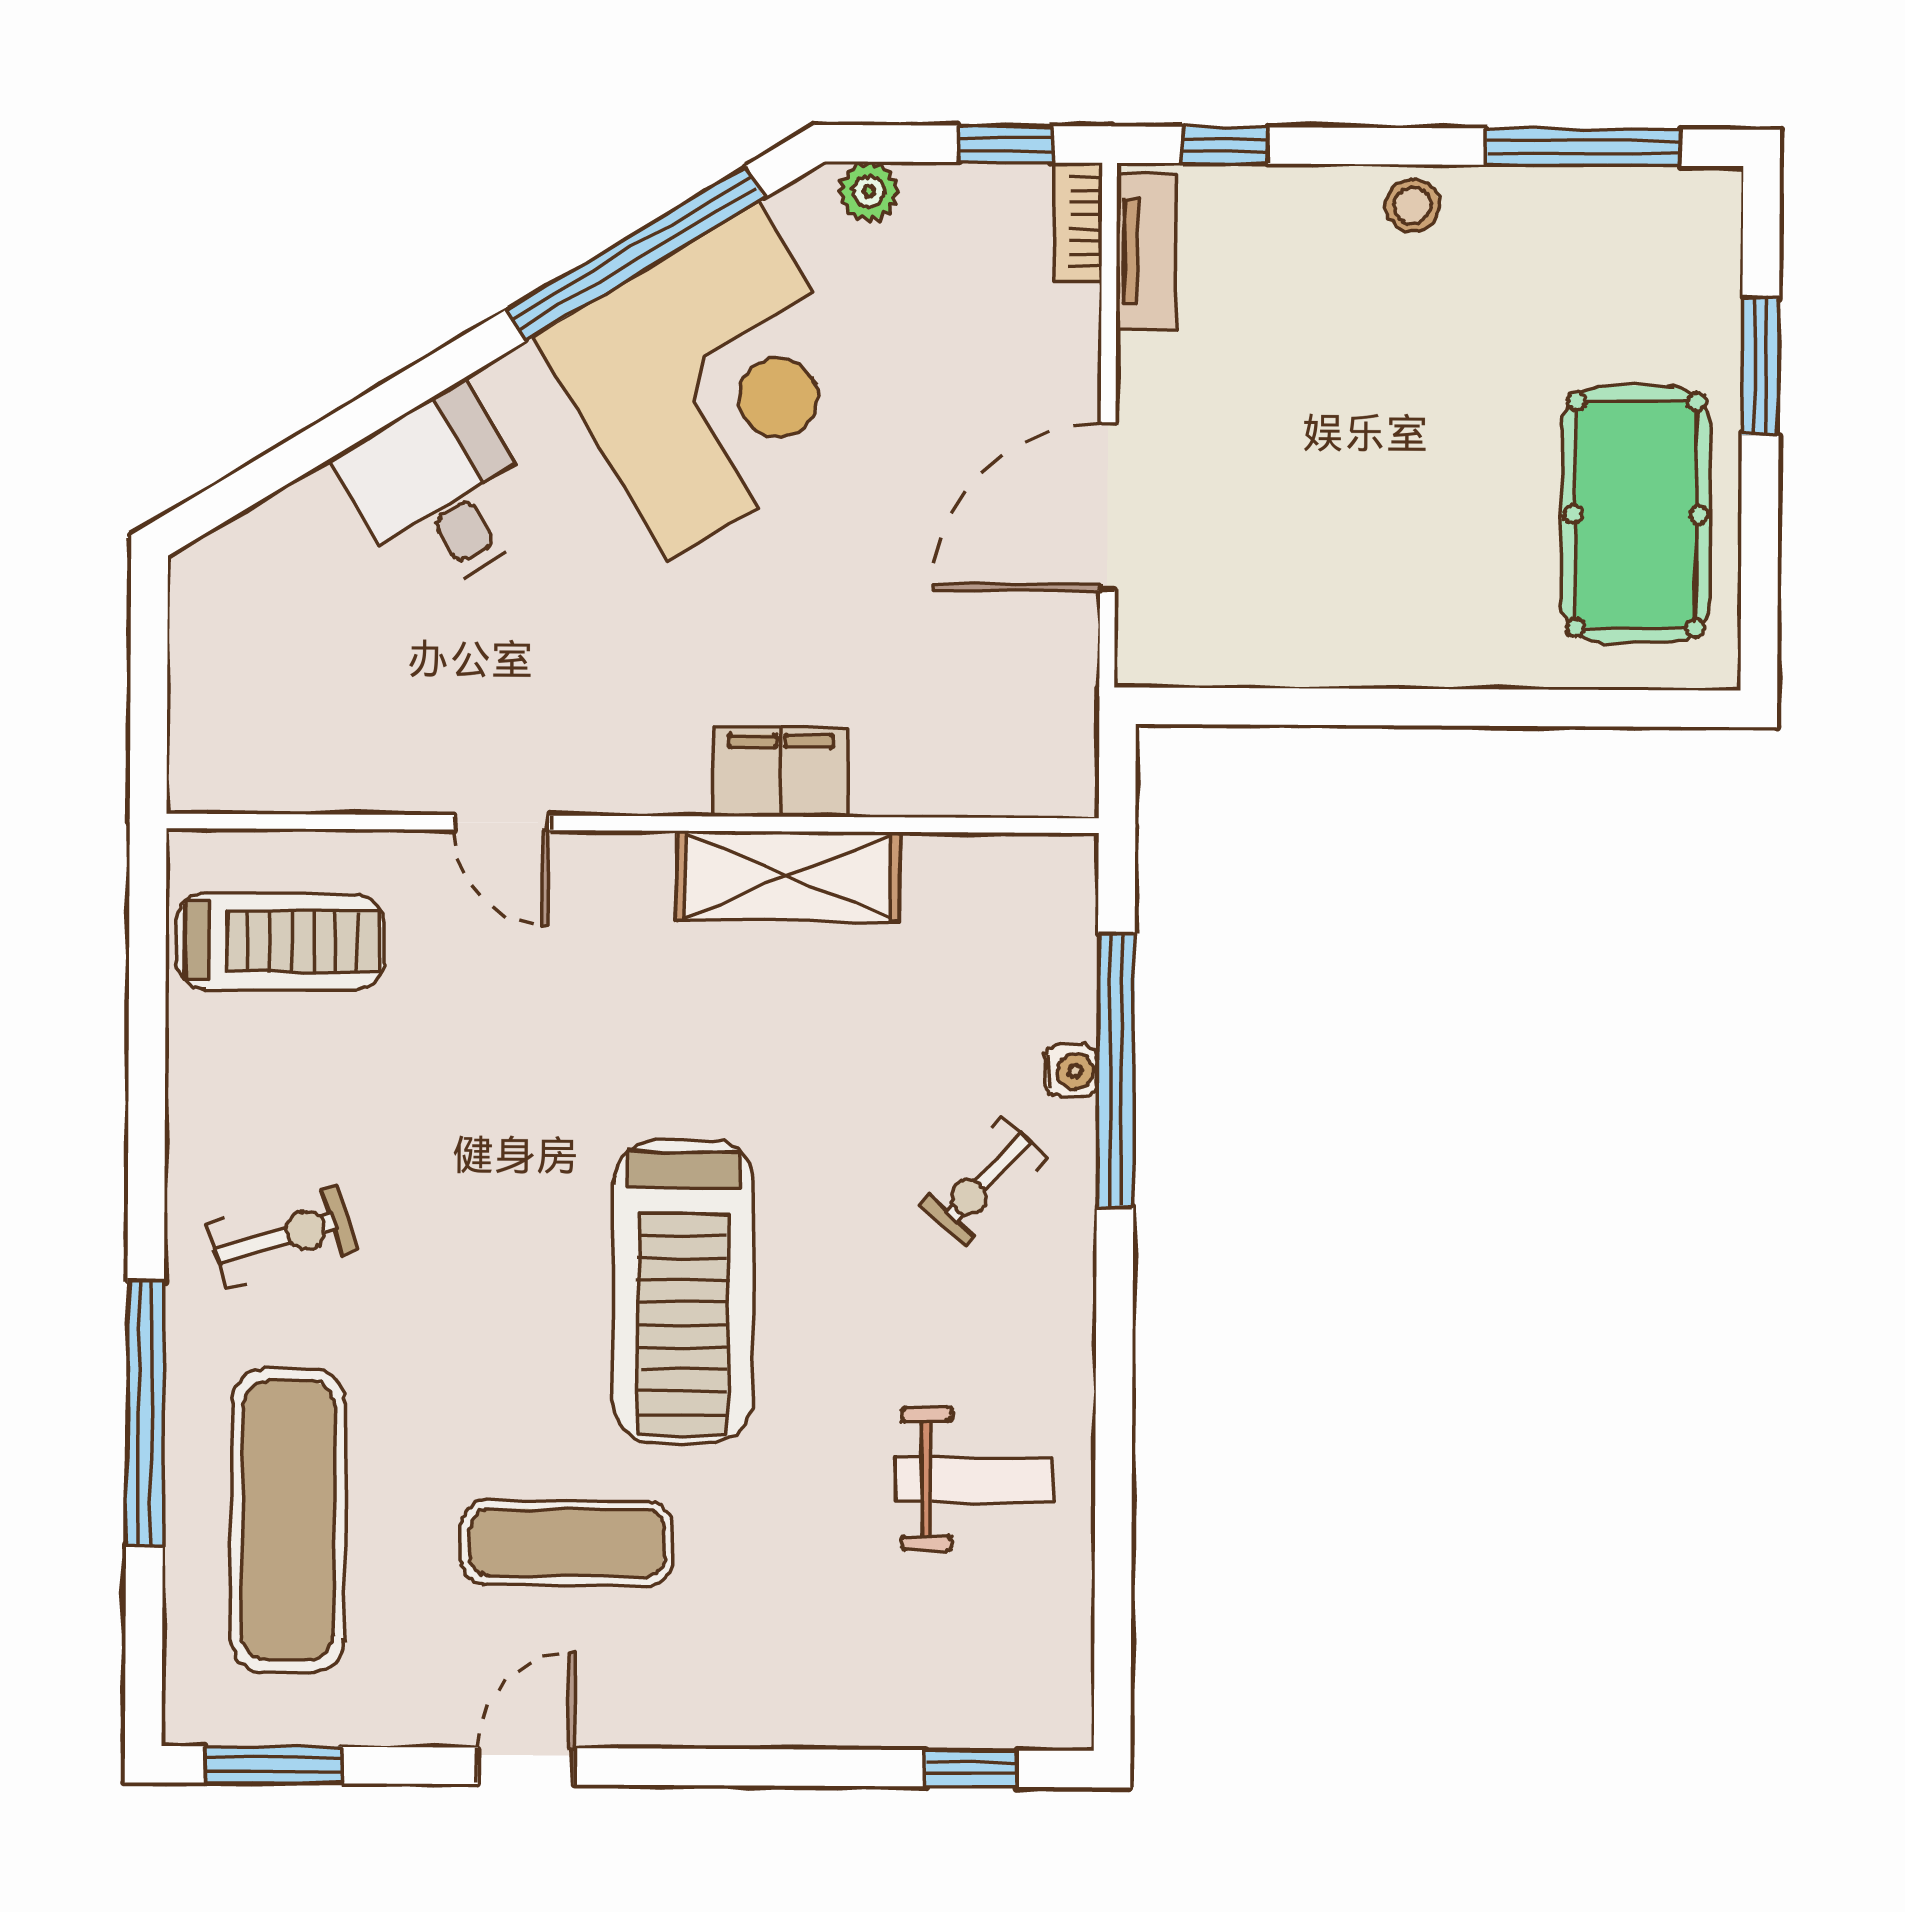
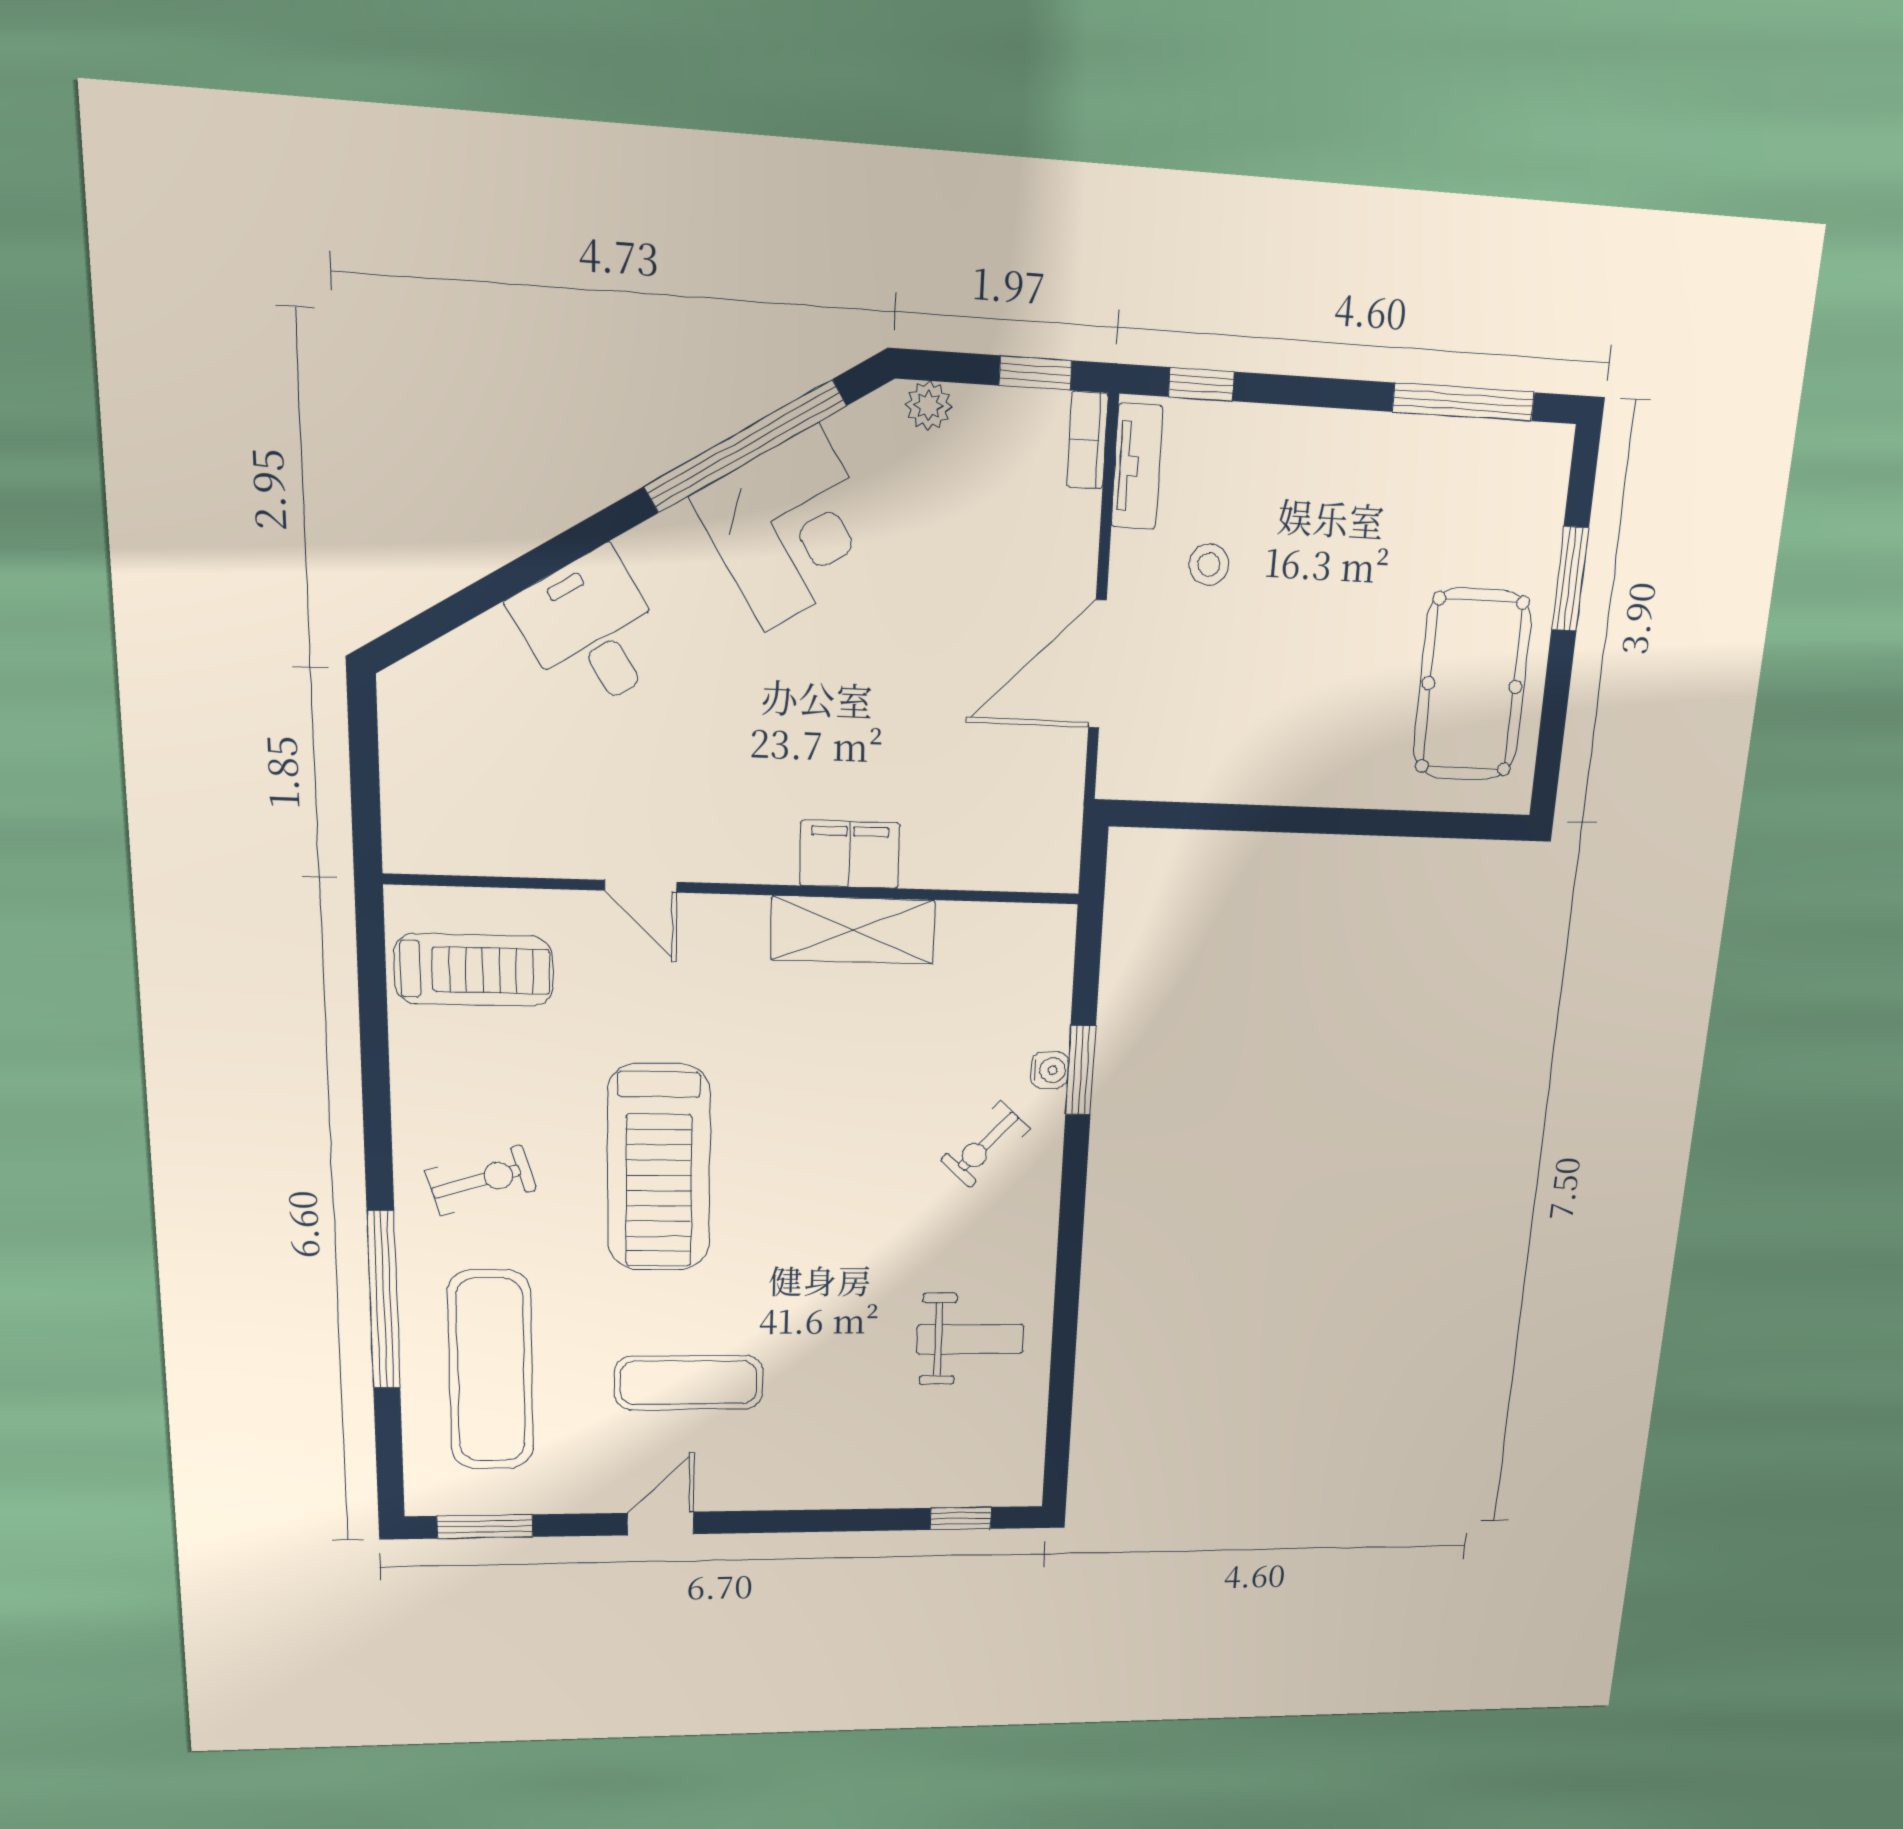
stool: (1412, 205) -> (1209, 565), moved
corner desk: (713, 381) -> (791, 528), width x0.74, depth x0.74
window: (1116, 1071) -> (1081, 1070), width x0.47
treadmill: (683, 1291) -> (659, 1168), moved

